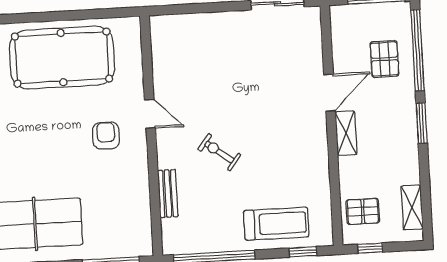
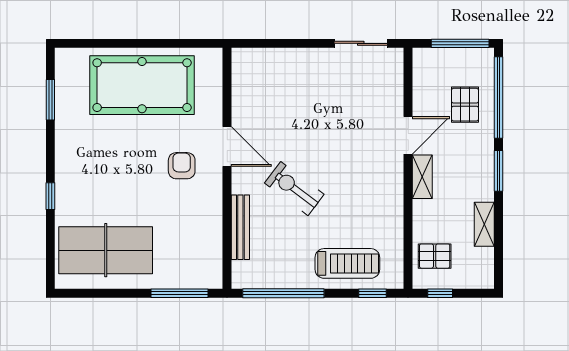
door: (150, 114) -> (227, 146), width x1.38
exercise bike: (219, 152) -> (294, 189), width x1.38, depth x1.39
bench: (168, 194) -> (240, 227), width x1.36
shelving: (412, 207) -> (484, 224), moved

